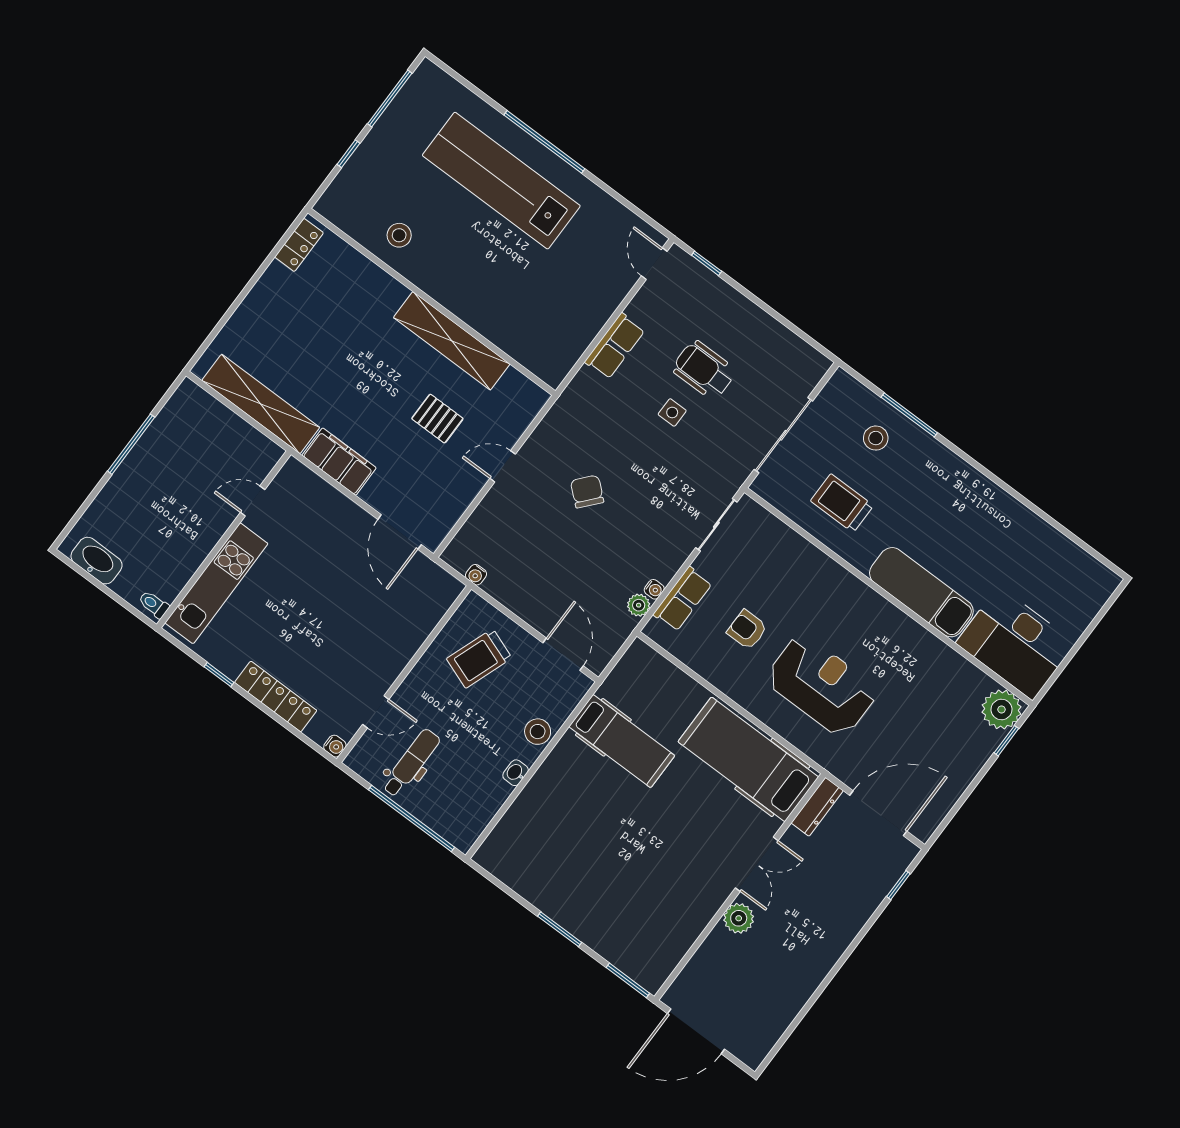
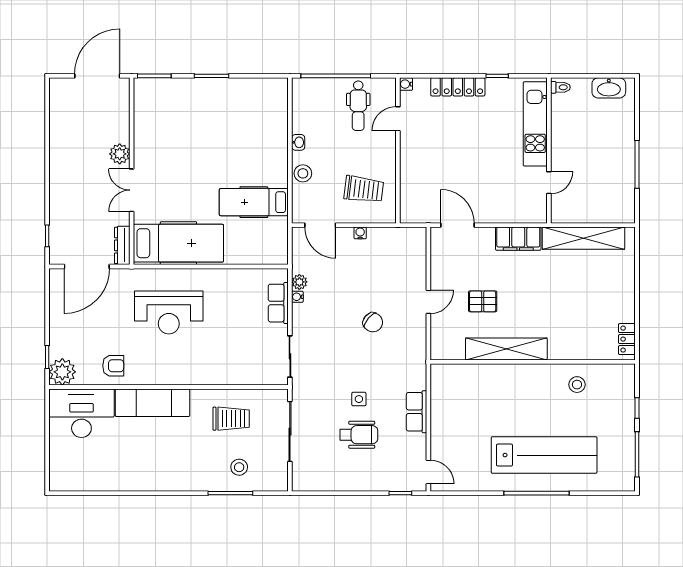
water cooler: (476, 575) -> (360, 233), moved
armchair: (747, 630) -> (113, 366), moved
trolley: (479, 658) -> (364, 189), turned 77

